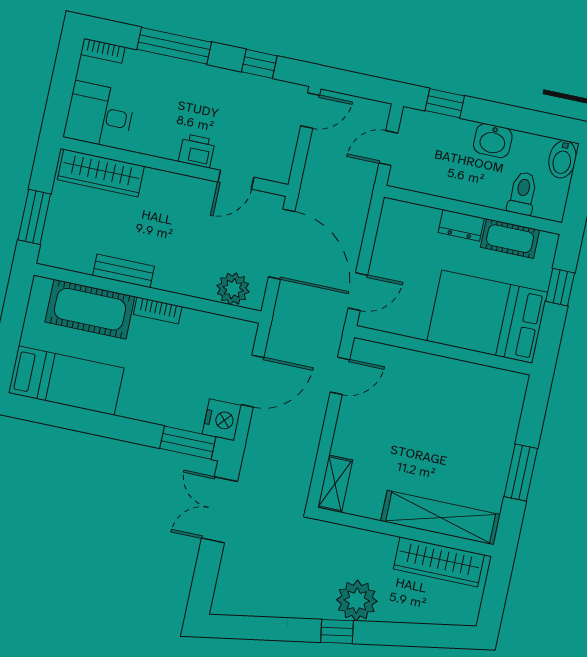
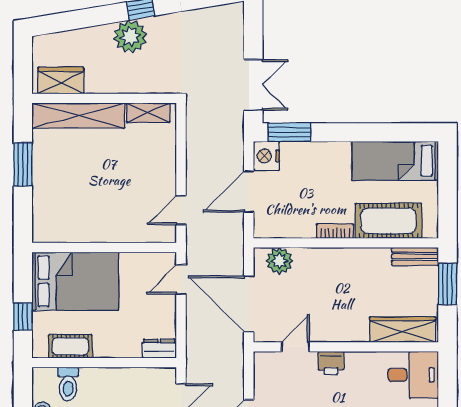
dresser: (461, 225) -> (159, 349), moved
bench: (123, 271) -> (415, 256), moved
shelving: (335, 484) -> (148, 113), moved, turned 90
wardrobe: (439, 562) -> (61, 81), width x0.67

